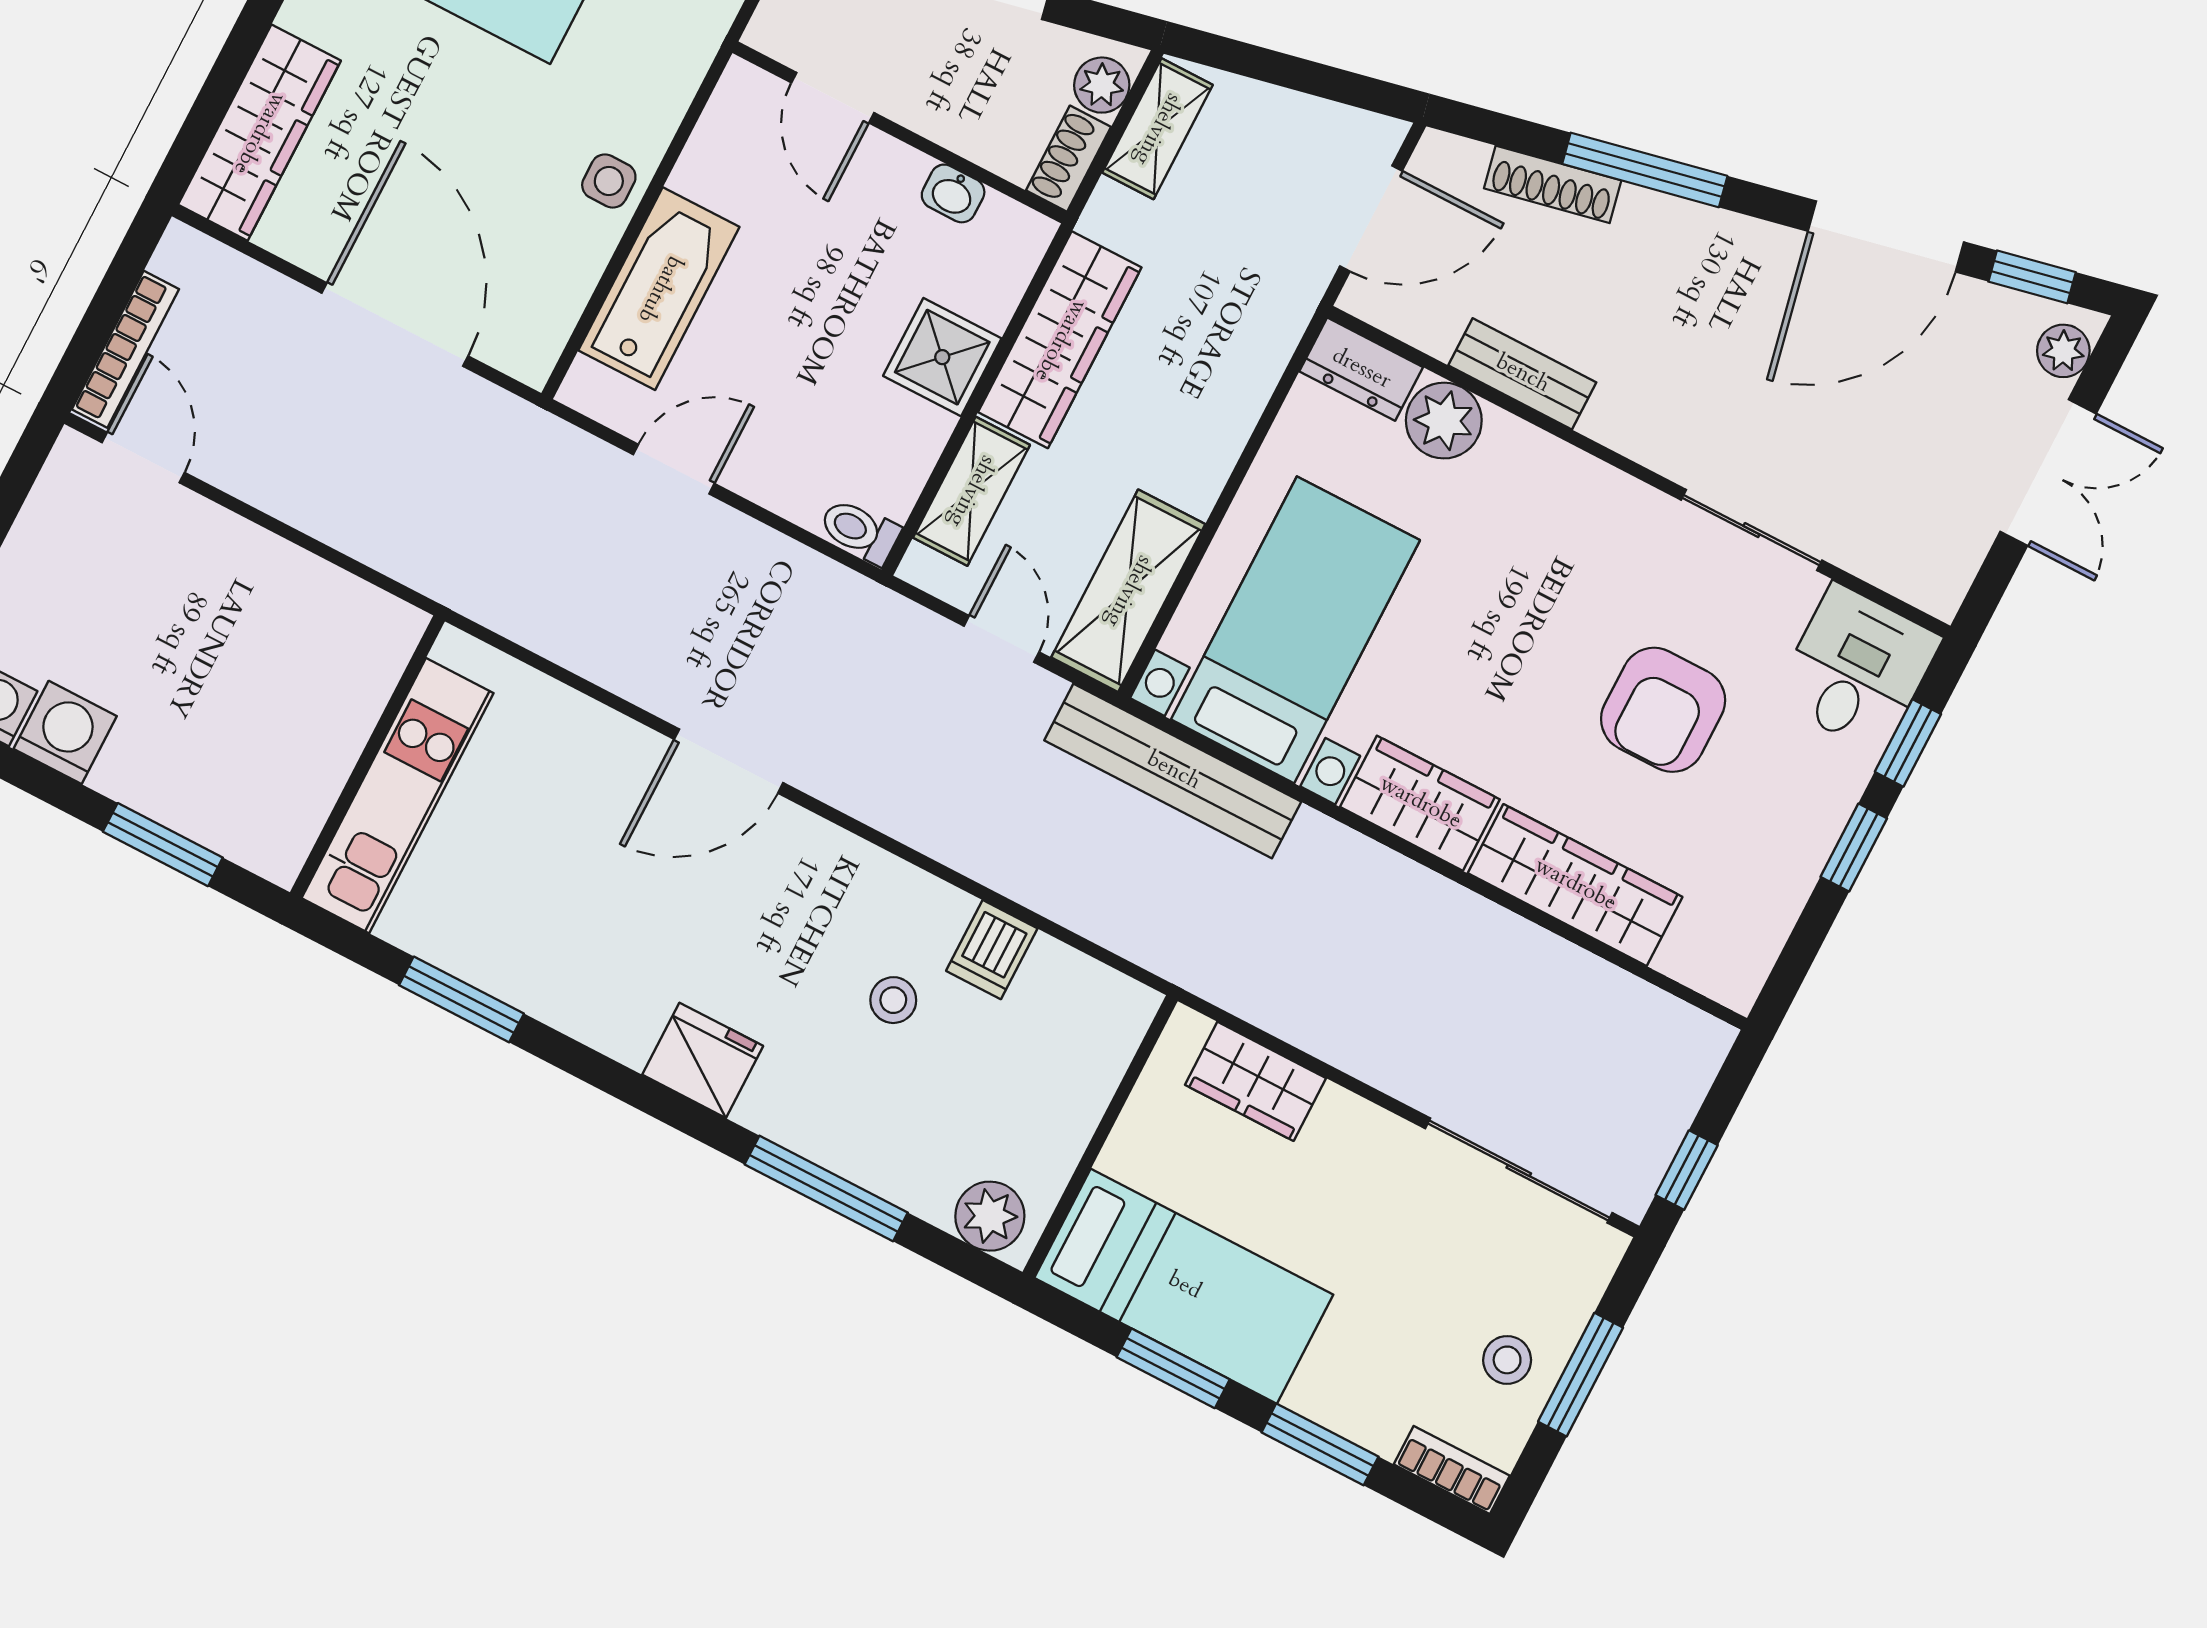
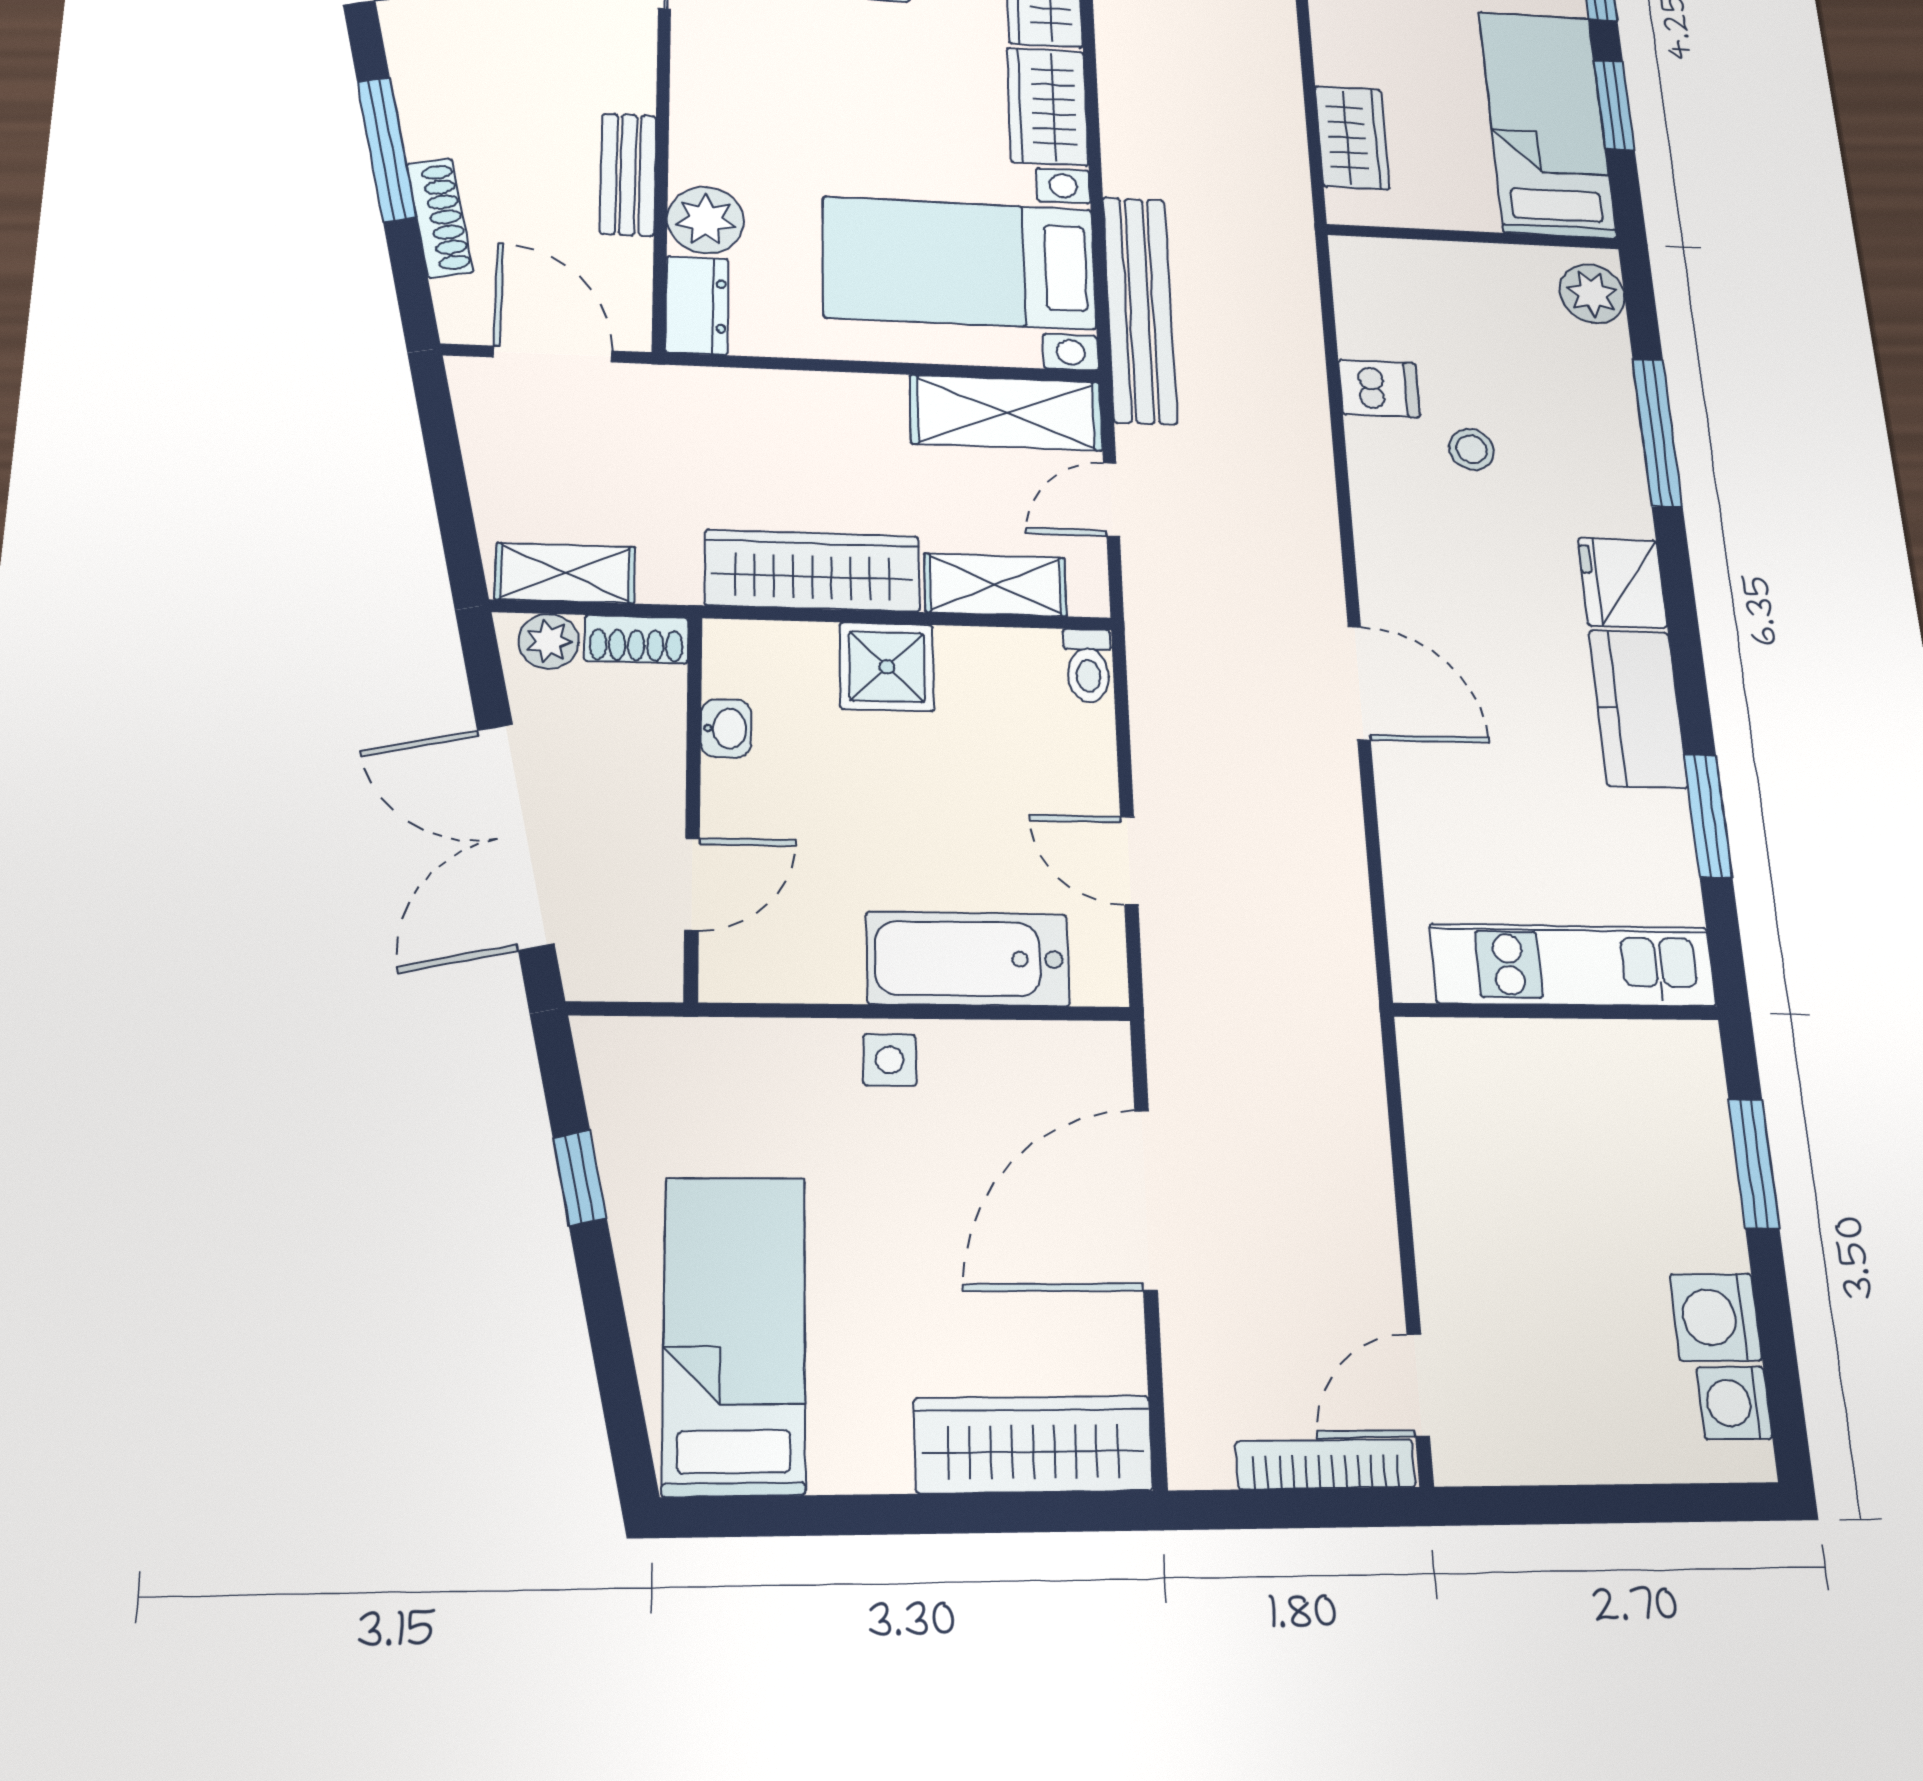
kitchen counter: (584, 999) -> (1638, 709), added

